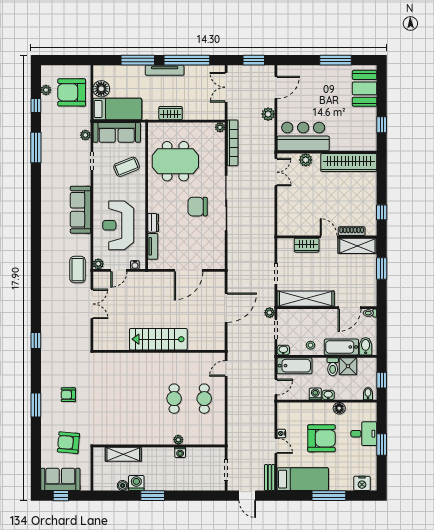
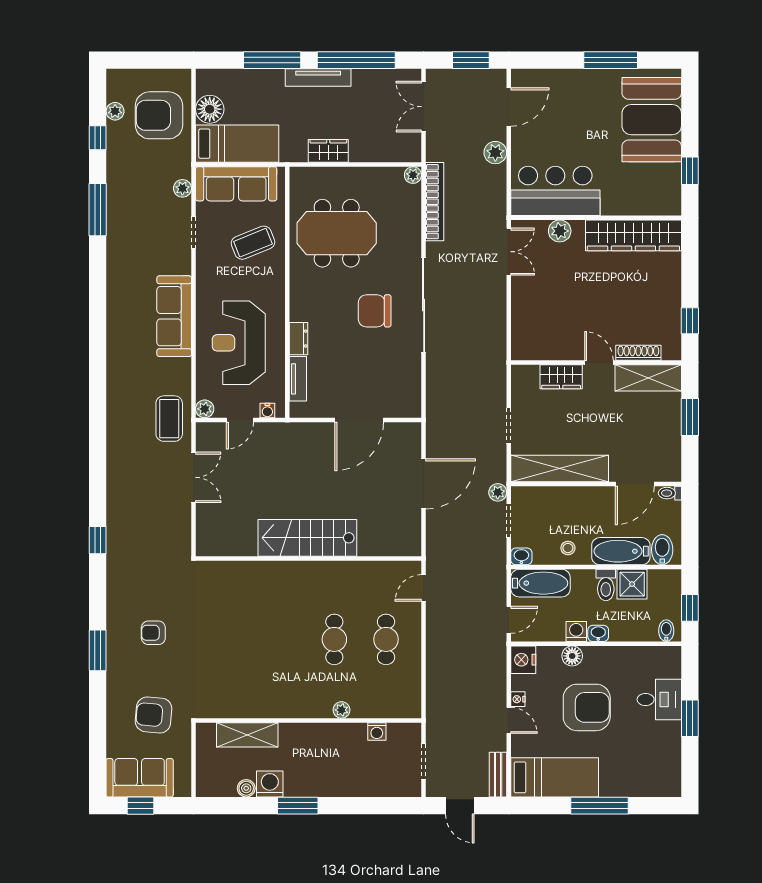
booth: (365, 88) -> (652, 120), width x1.36, depth x1.42
floor lamp: (339, 408) -> (572, 656), moved
washing machine: (180, 452) -> (377, 732), moved
nightstand: (362, 483) -> (523, 660), moved, turned 90

